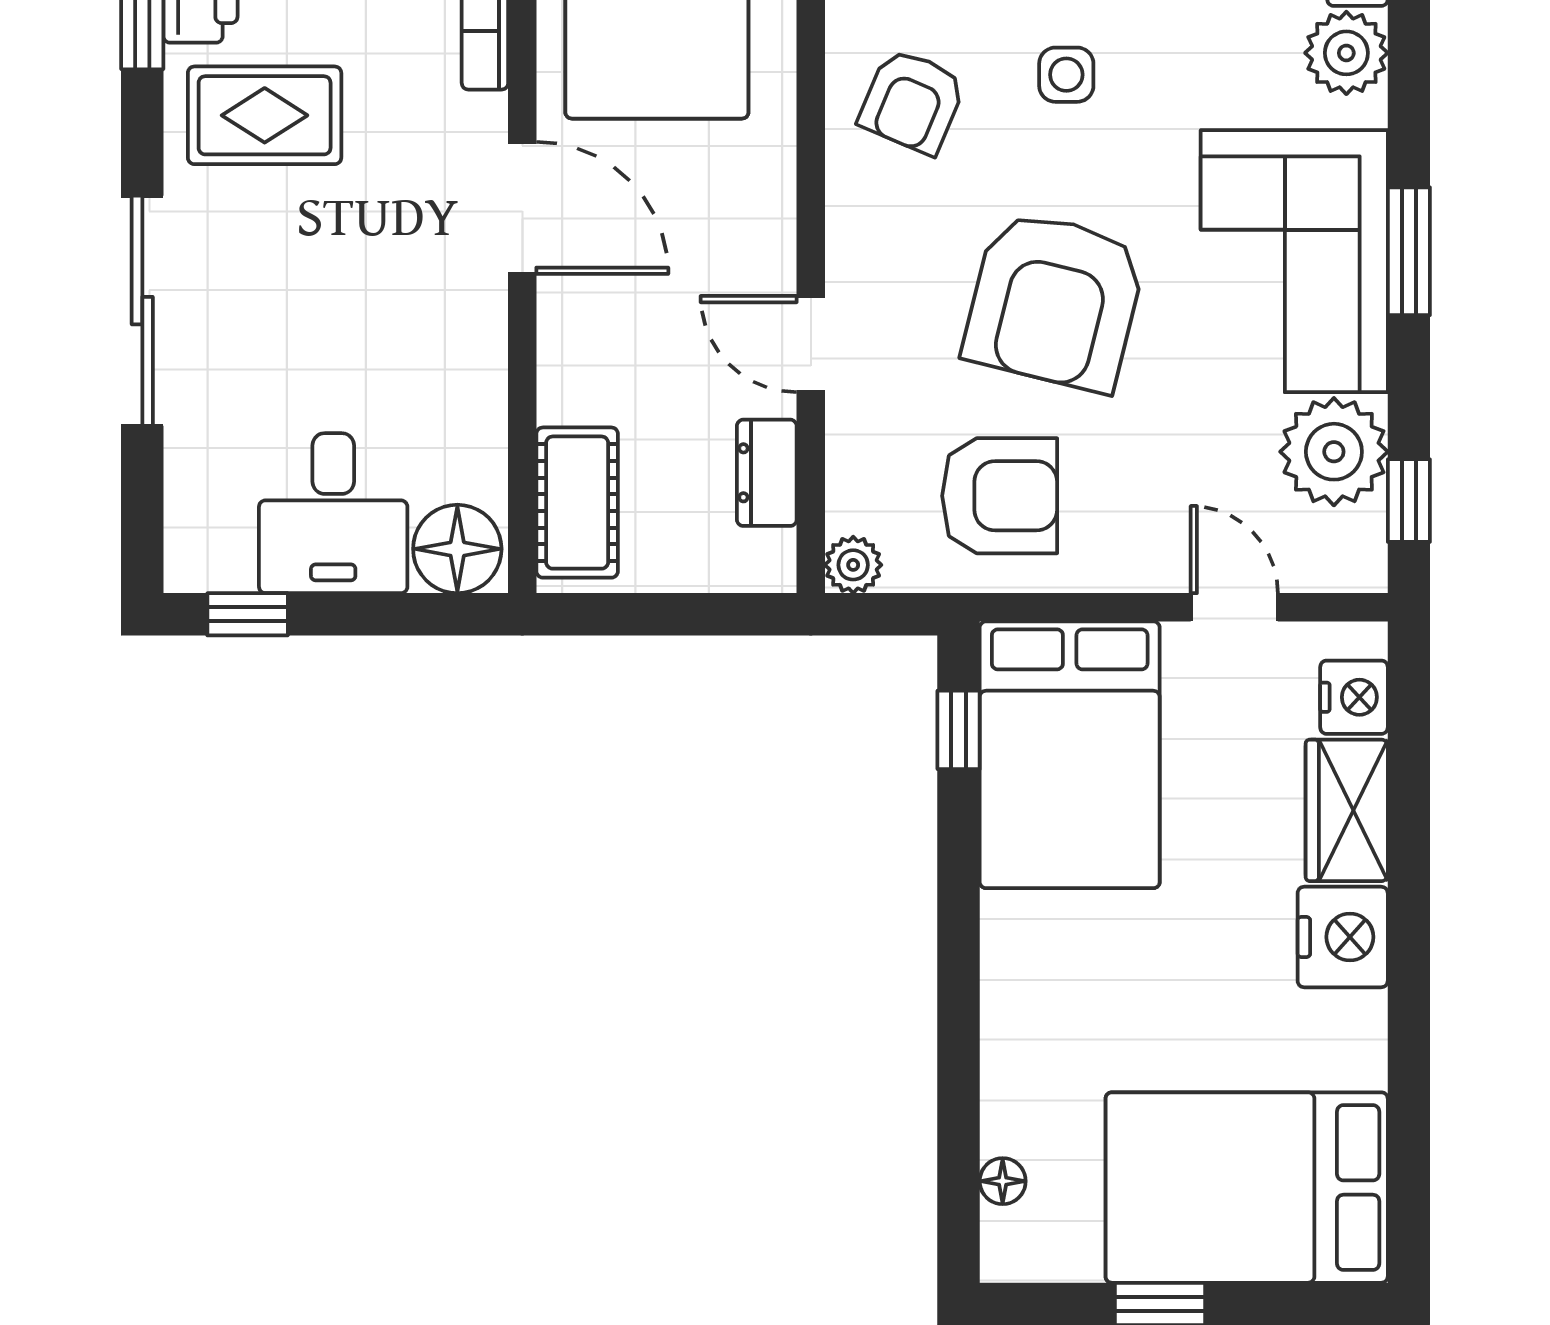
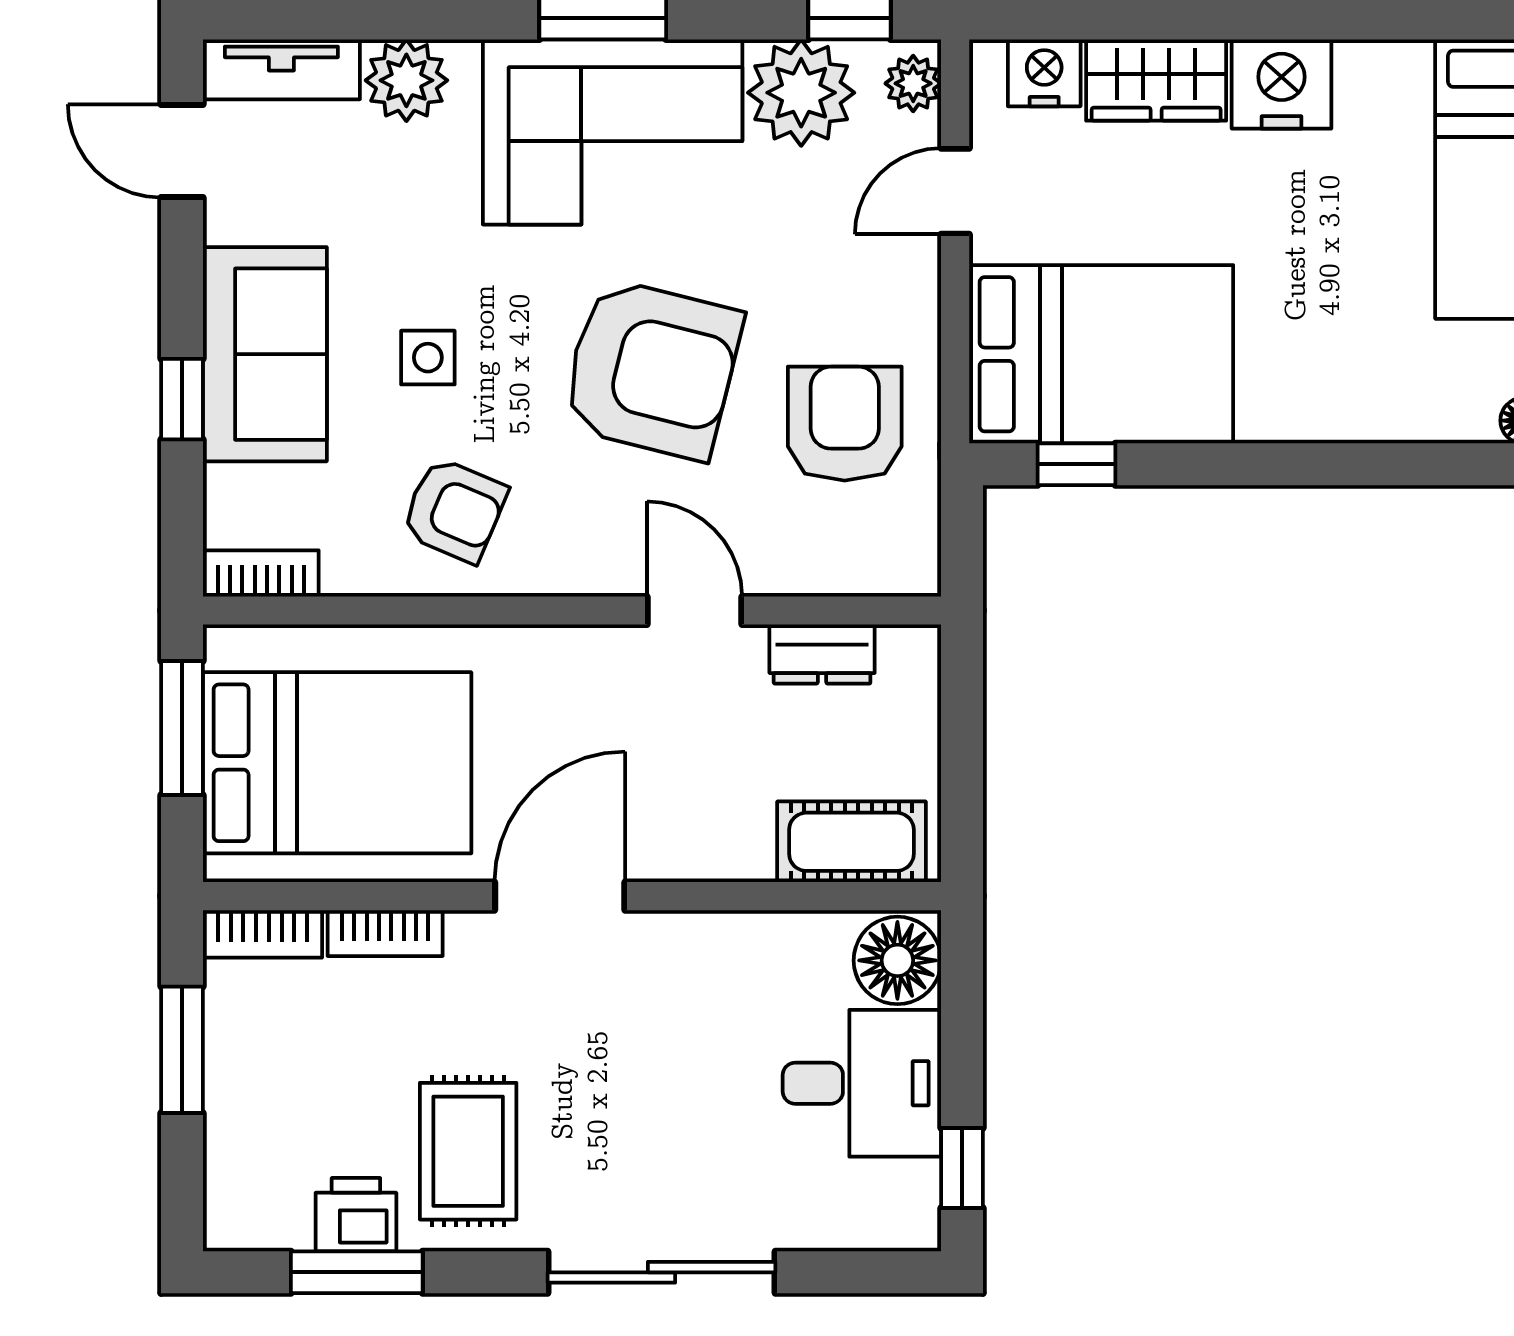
door: (811, 344) -> (694, 611), swing flipped
plant: (853, 565) -> (913, 83), moved

